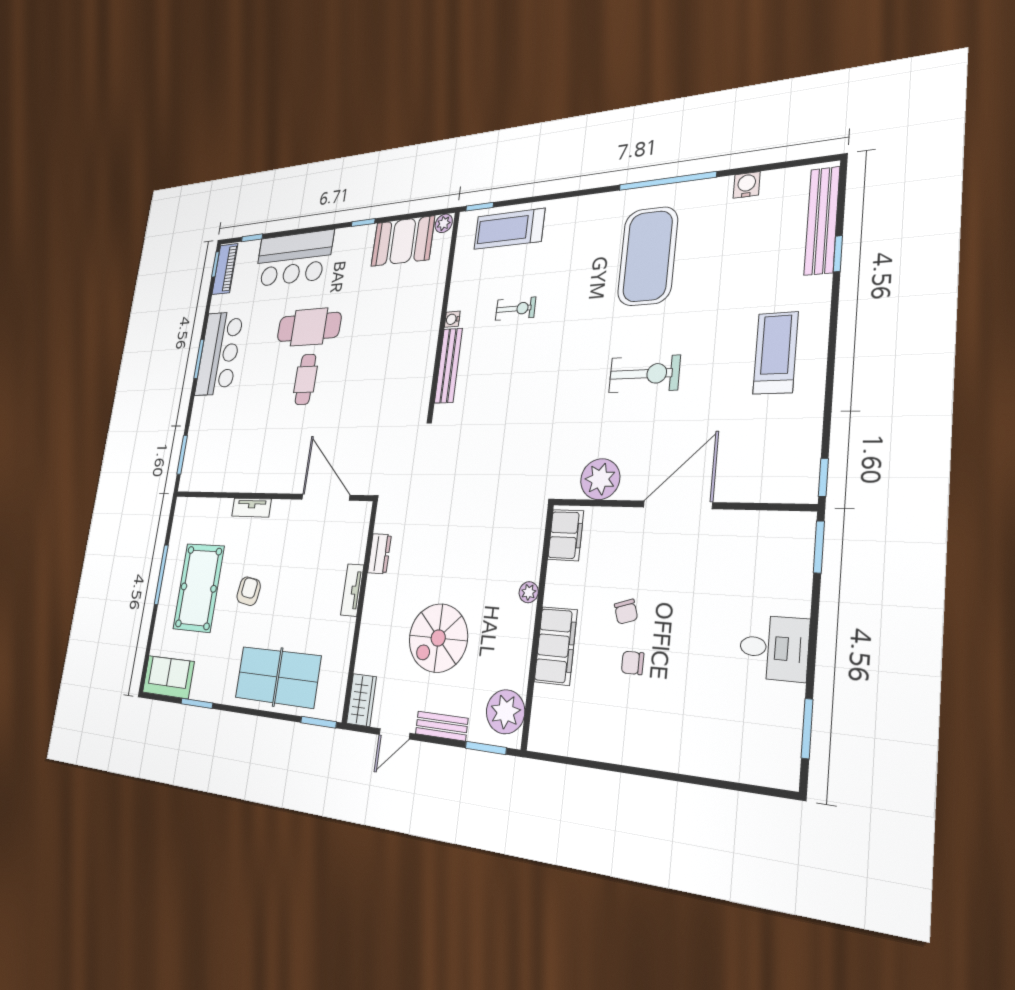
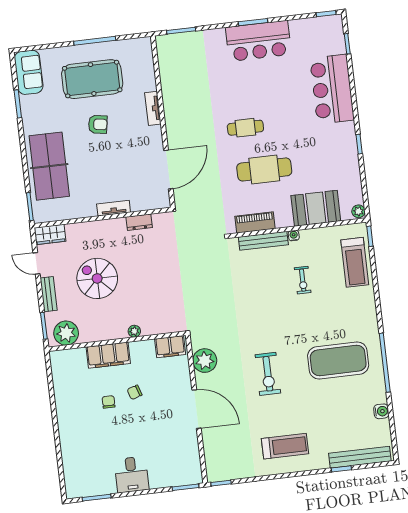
treadmill: (509, 229) -> (355, 262), turned 180
booth: (403, 241) -> (316, 208), moved, turned 90
piano: (225, 269) -> (255, 222), moved, turned 180
cafe table: (309, 327) -> (264, 169), moved, turned 90

